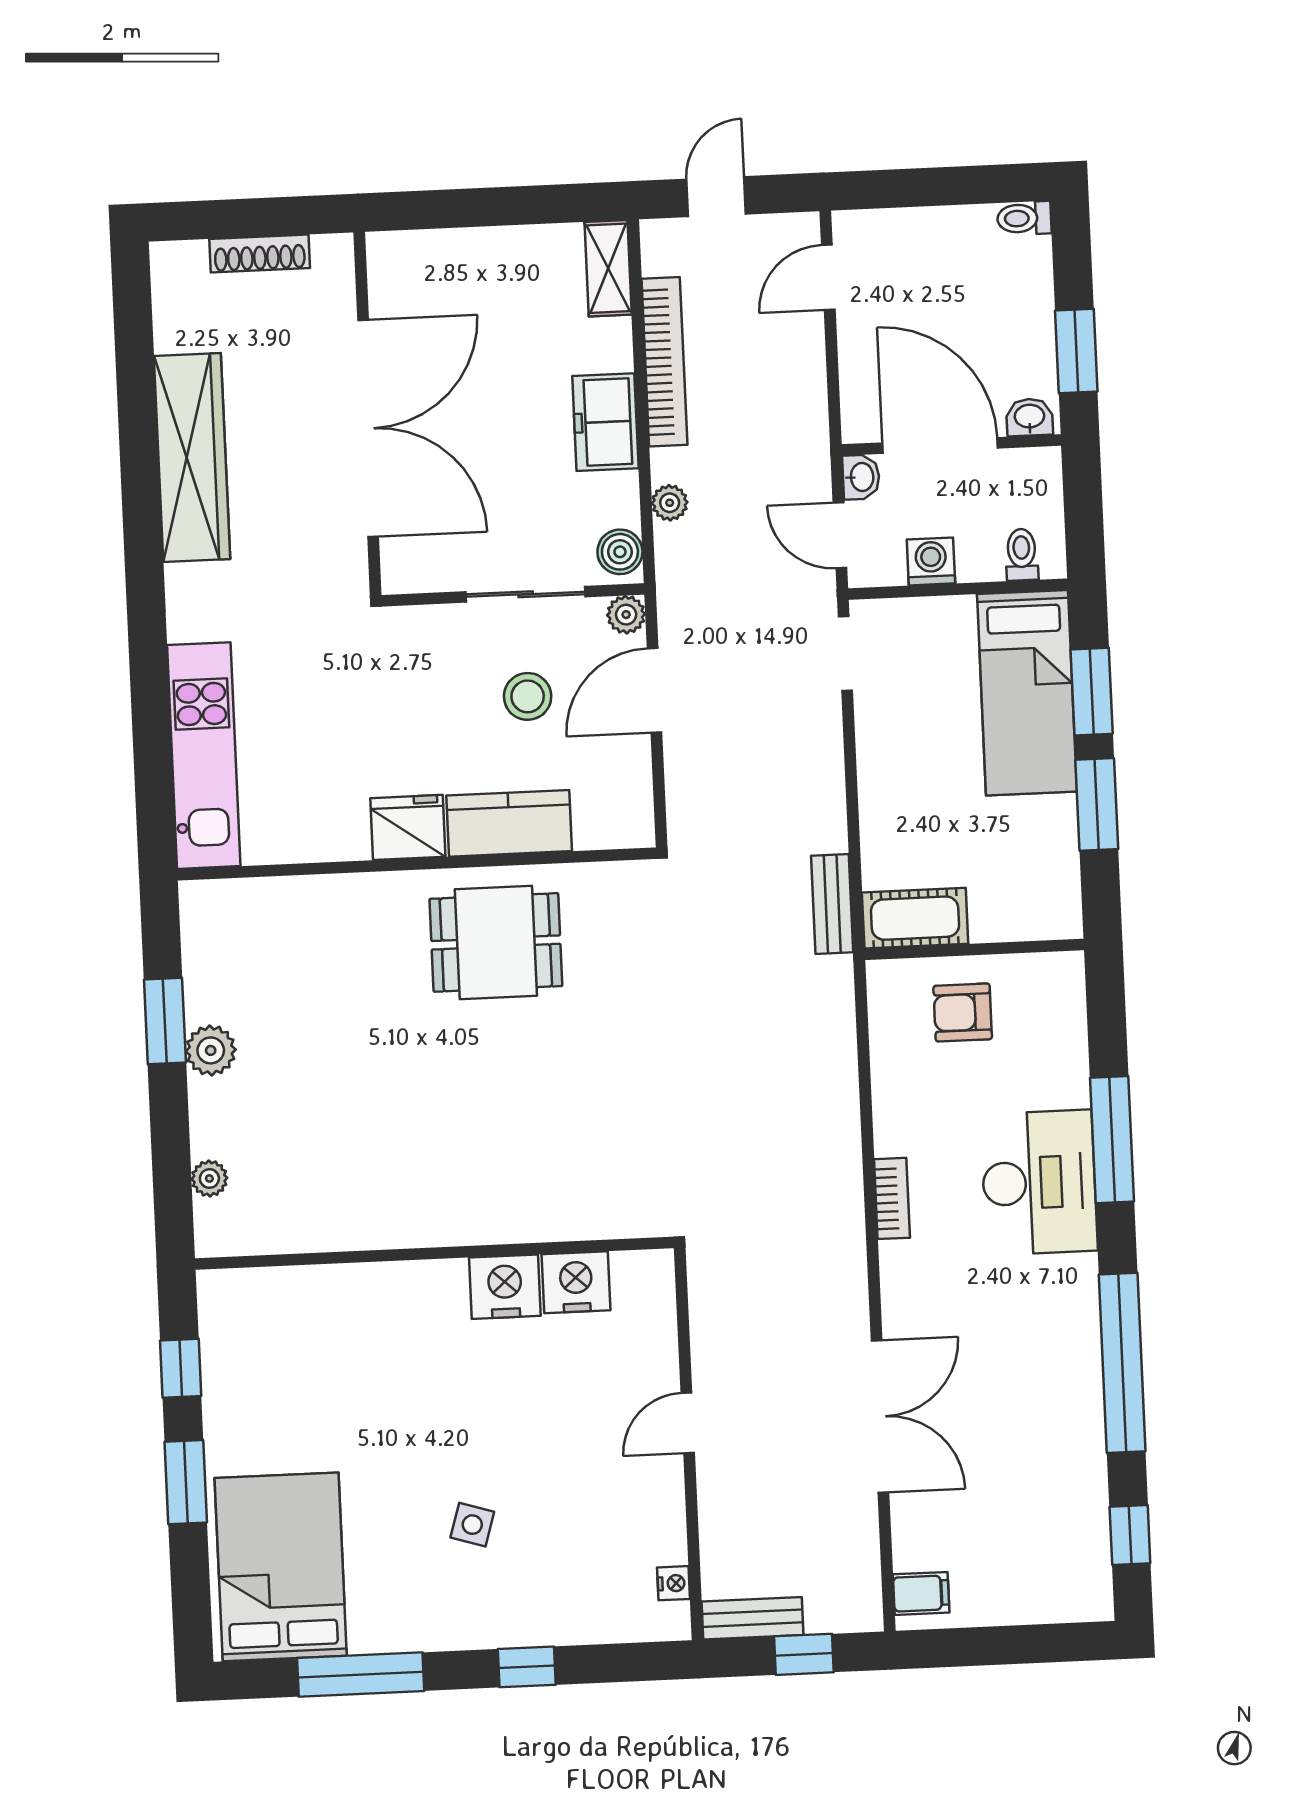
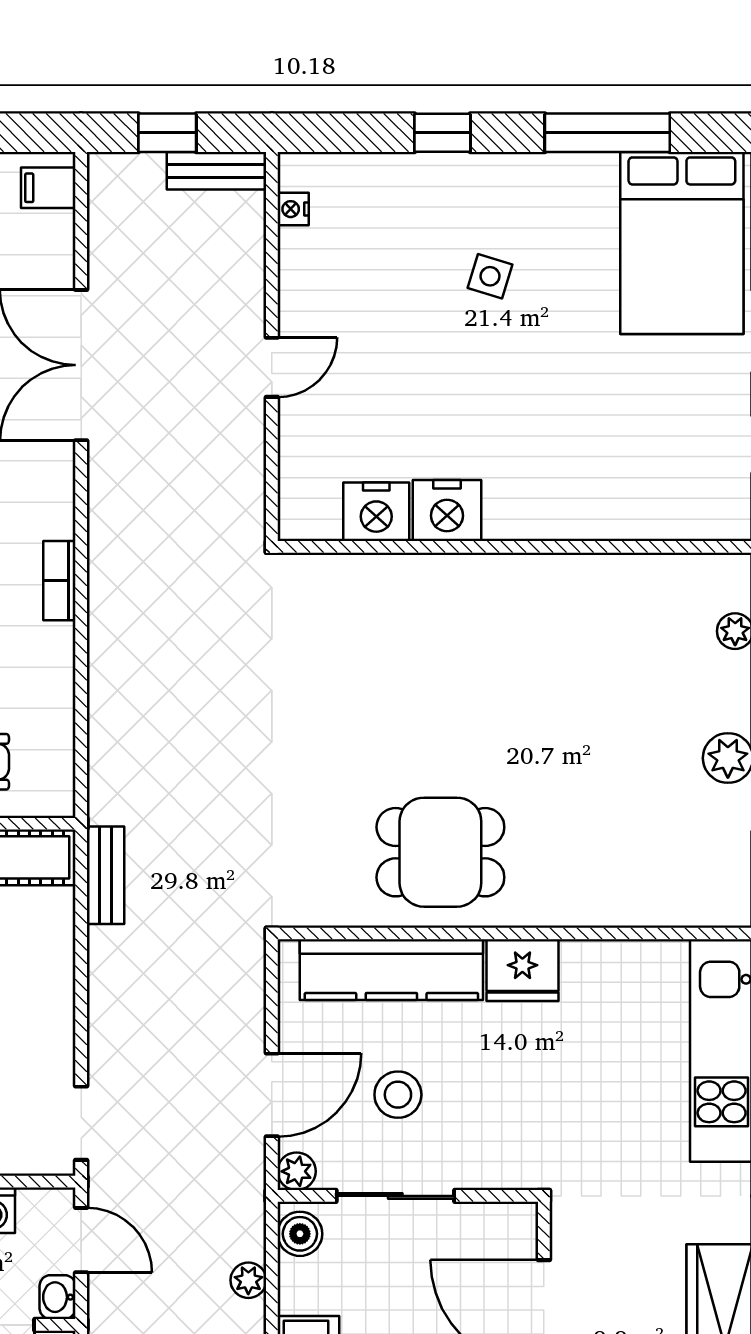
kitchen counter: (509, 823) -> (391, 970), width x1.50

